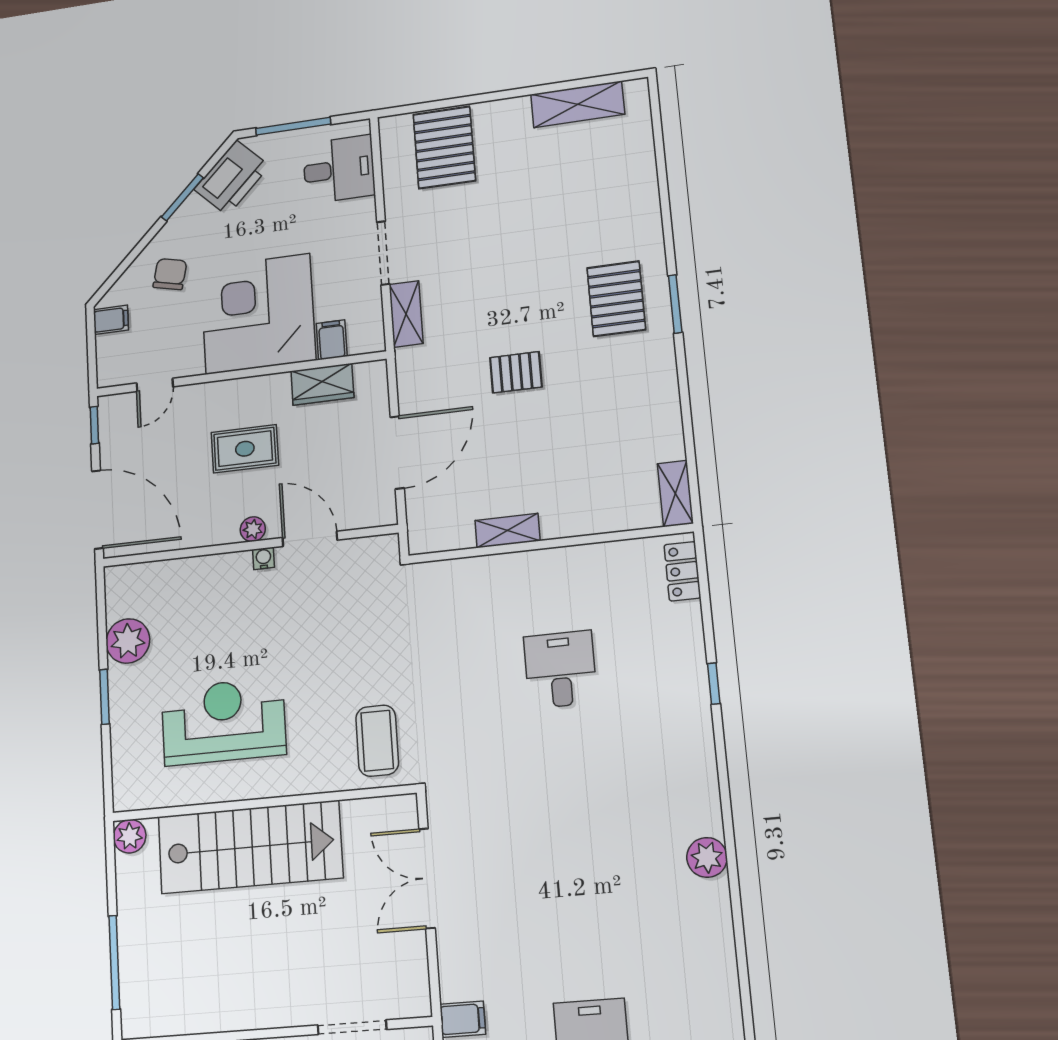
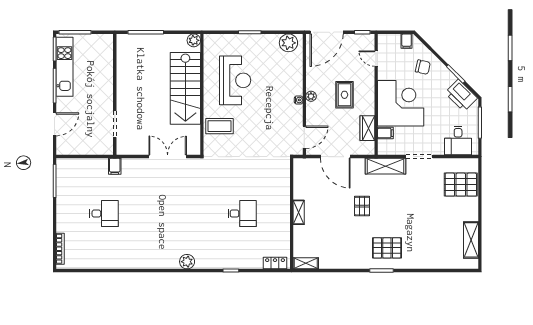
shelving: (406, 314) -> (385, 166), width x1.50, depth x1.33
shelving: (507, 531) -> (299, 212), moved
door: (310, 539) -> (304, 137), moved
plant: (128, 641) -> (288, 43), moved
coffee table: (377, 741) -> (219, 126), moved
plant: (707, 857) -> (187, 262), moved

